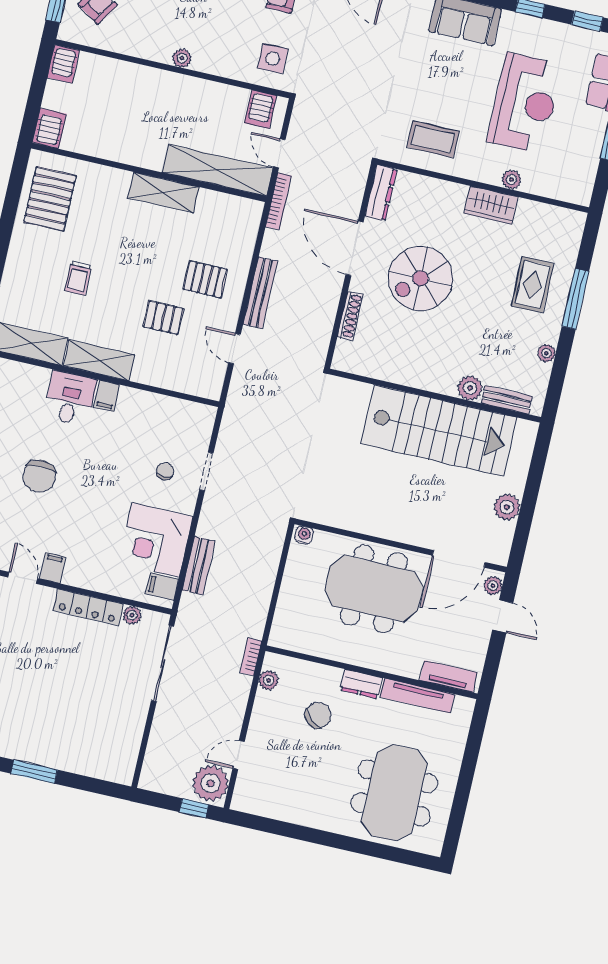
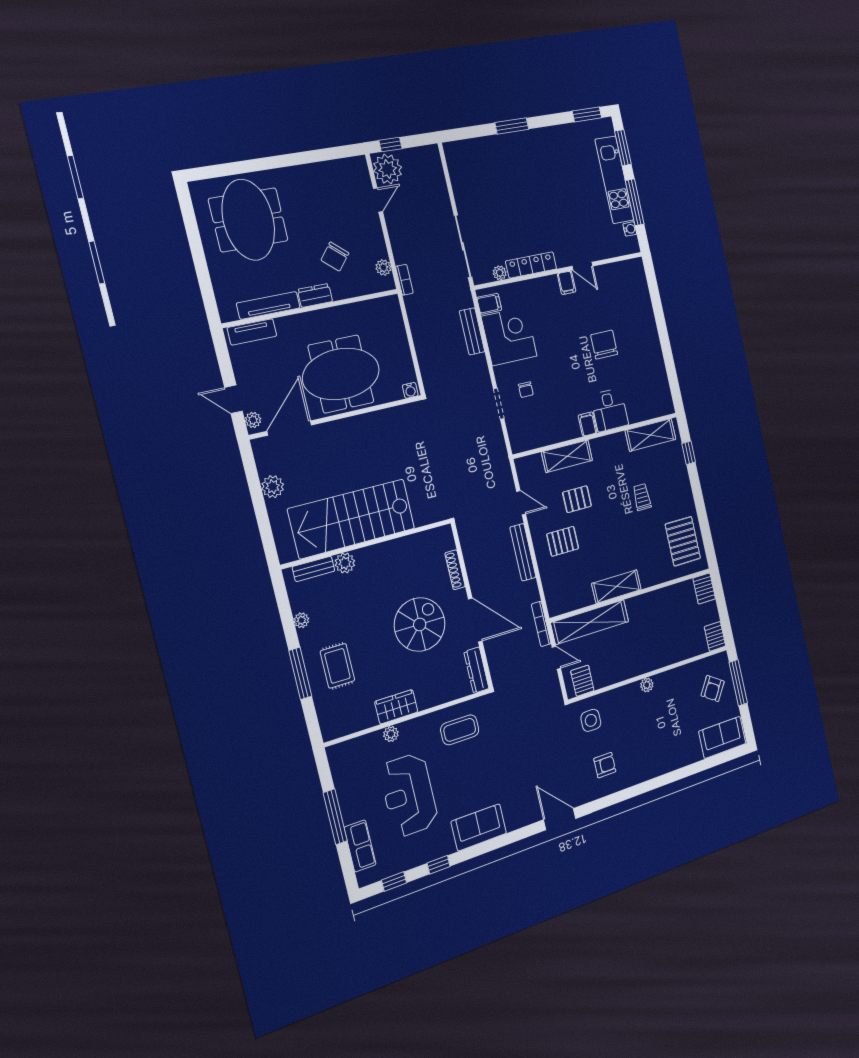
shelving: (99, 360) -> (567, 456), moved

